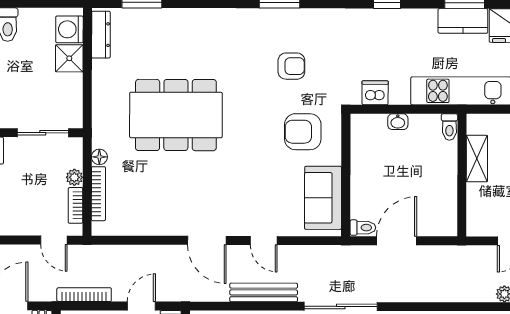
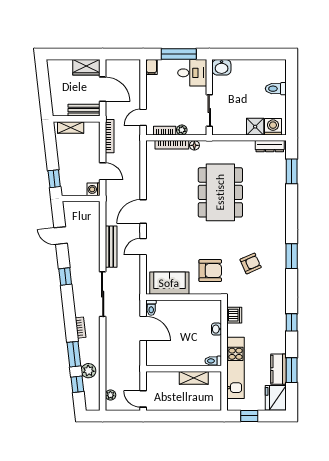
armchair: (291, 66) -> (251, 263), turned -114
armchair: (303, 132) -> (210, 271), turned 90

